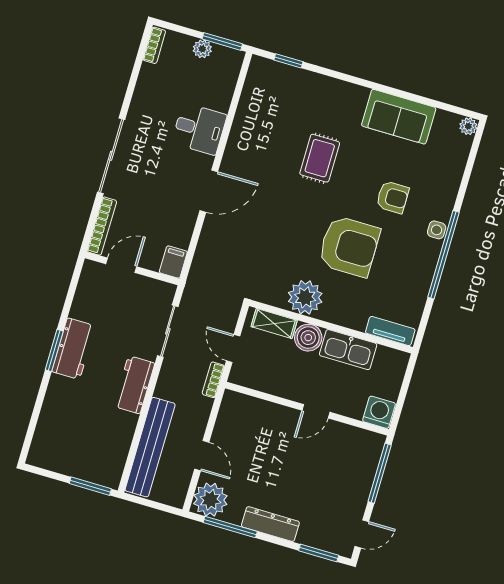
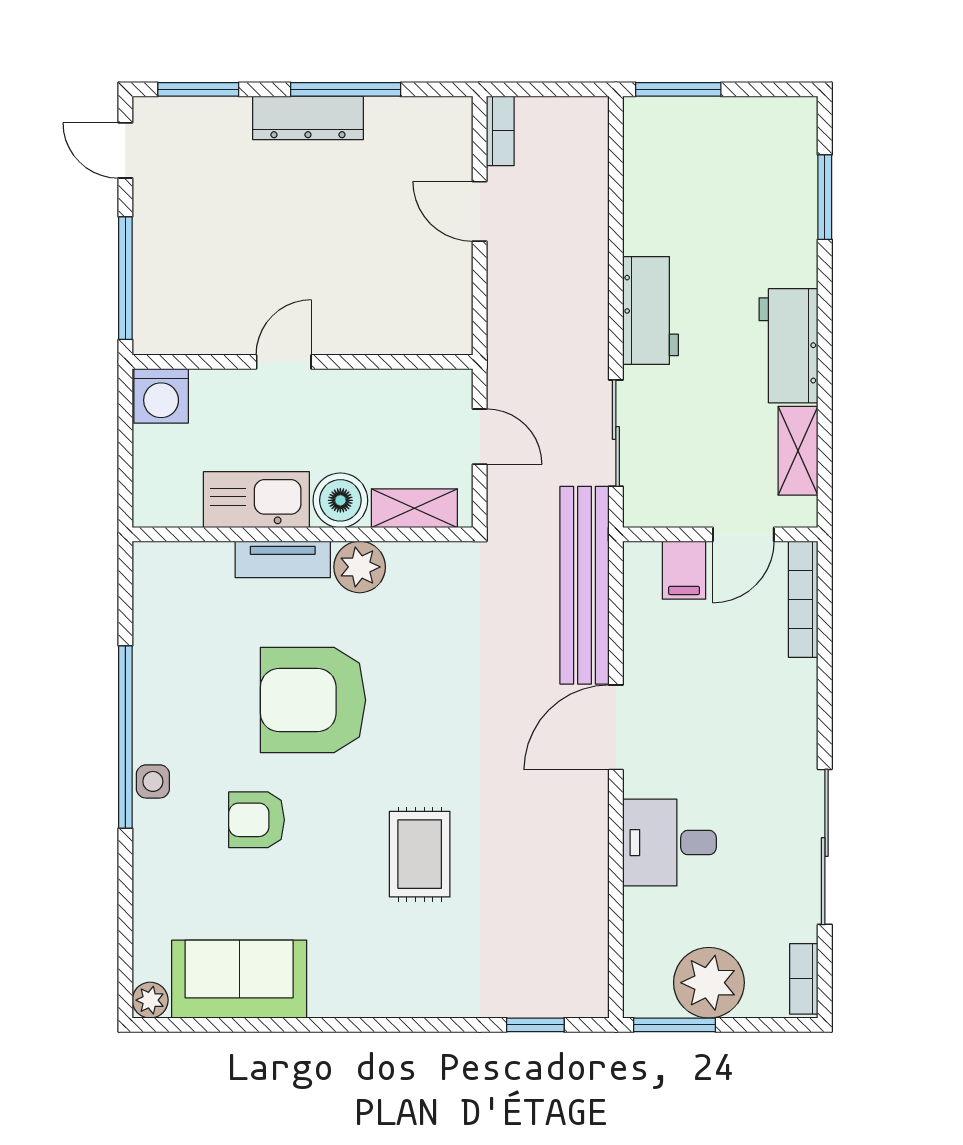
plant: (202, 49) -> (709, 983), width x1.87, depth x1.87
sofa: (399, 117) -> (239, 979), moved
sliding door: (111, 156) -> (825, 847), moved
filing cabinet: (173, 262) -> (684, 570), moved
shelving: (84, 297) -> (798, 451), added
plant: (305, 297) -> (360, 567), width x0.73, depth x0.73
tv unit: (390, 331) -> (283, 559), moved
window: (54, 350) -> (825, 197), moved
bookcase: (213, 380) -> (500, 131), moved
bench: (150, 447) -> (584, 585), moved
plant: (210, 500) -> (438, 131), removed
window: (230, 527) -> (346, 89), moved
door: (362, 534) -> (125, 150), hinge flipped

